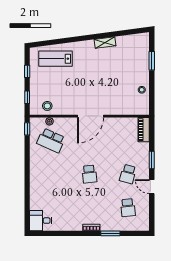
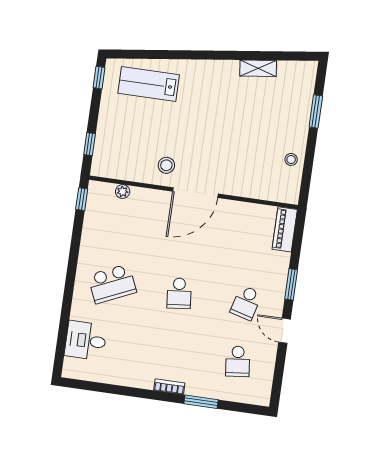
shelving: (105, 43) -> (258, 68), moved
window: (27, 71) -> (99, 78), moved
stool: (47, 106) -> (166, 165), moved
school desk: (51, 140) -> (112, 284), moved, turned -48
desk: (41, 221) -> (86, 341), moved

